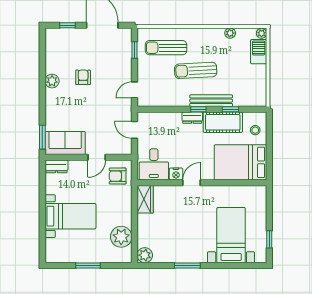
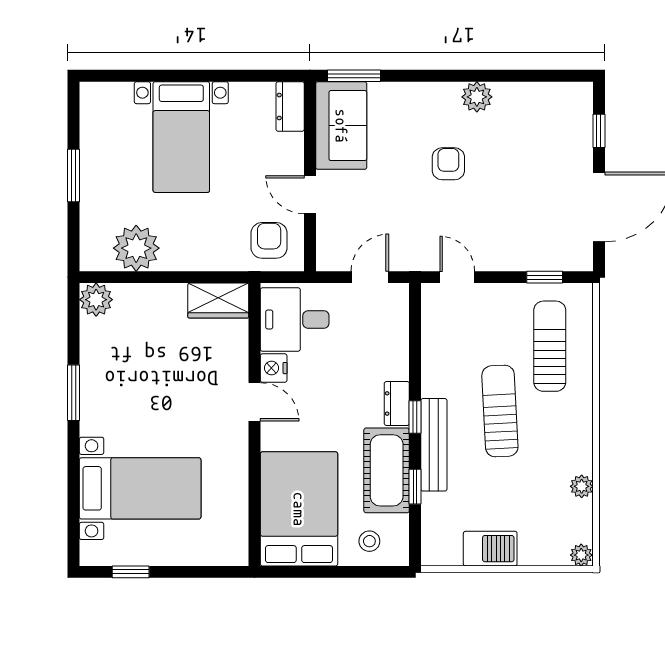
barbecue: (259, 52) -> (490, 549), moved
armchair: (83, 77) -> (448, 164), moved, turned -90

